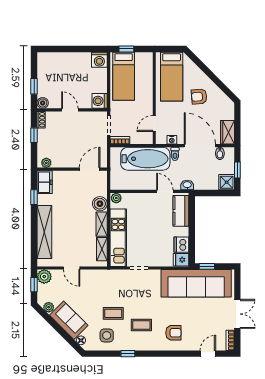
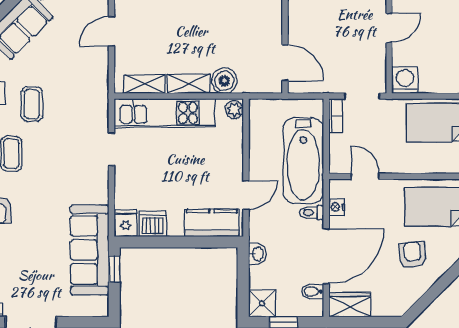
washbasin: (187, 185) -> (257, 254), moved
sofa: (196, 283) -> (90, 250), width x0.74, depth x0.79

